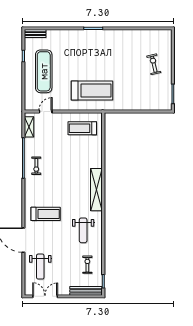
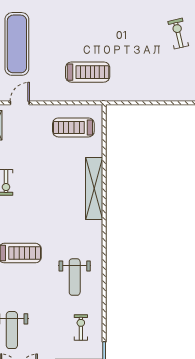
treadmill: (92, 90) -> (88, 72), width x0.73, depth x0.73
shelving: (96, 190) -> (94, 189), moved

